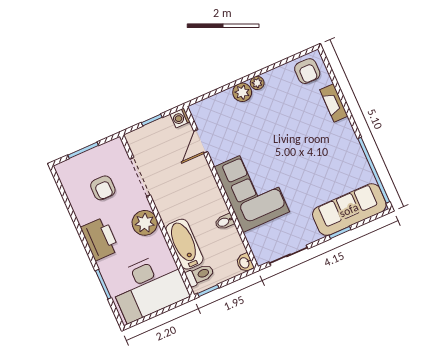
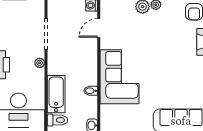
armchair: (103, 188) -> (17, 30), removed
plant: (145, 223) -> (40, 63), width x0.53, depth x0.53

